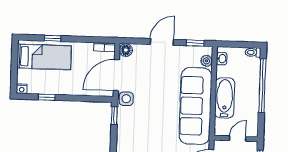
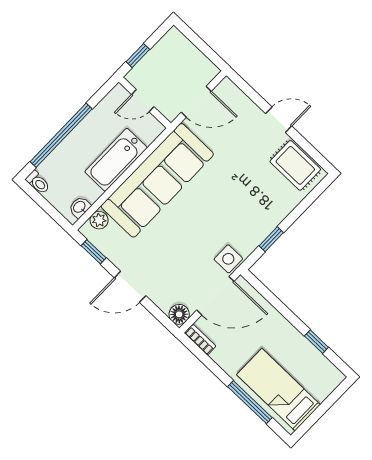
window: (53, 38) -> (250, 402), width x2.17
nightstand: (22, 89) -> (336, 376), removed
window: (114, 116) -> (271, 239), moved

